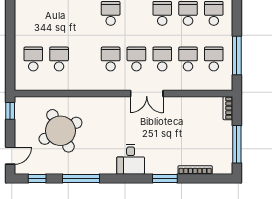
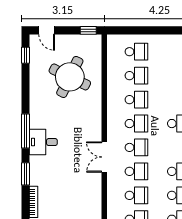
school desk: (85, 59) -> (136, 100), added
round table: (60, 131) -> (70, 77), turned -37
window: (81, 179) -> (25, 131), moved

